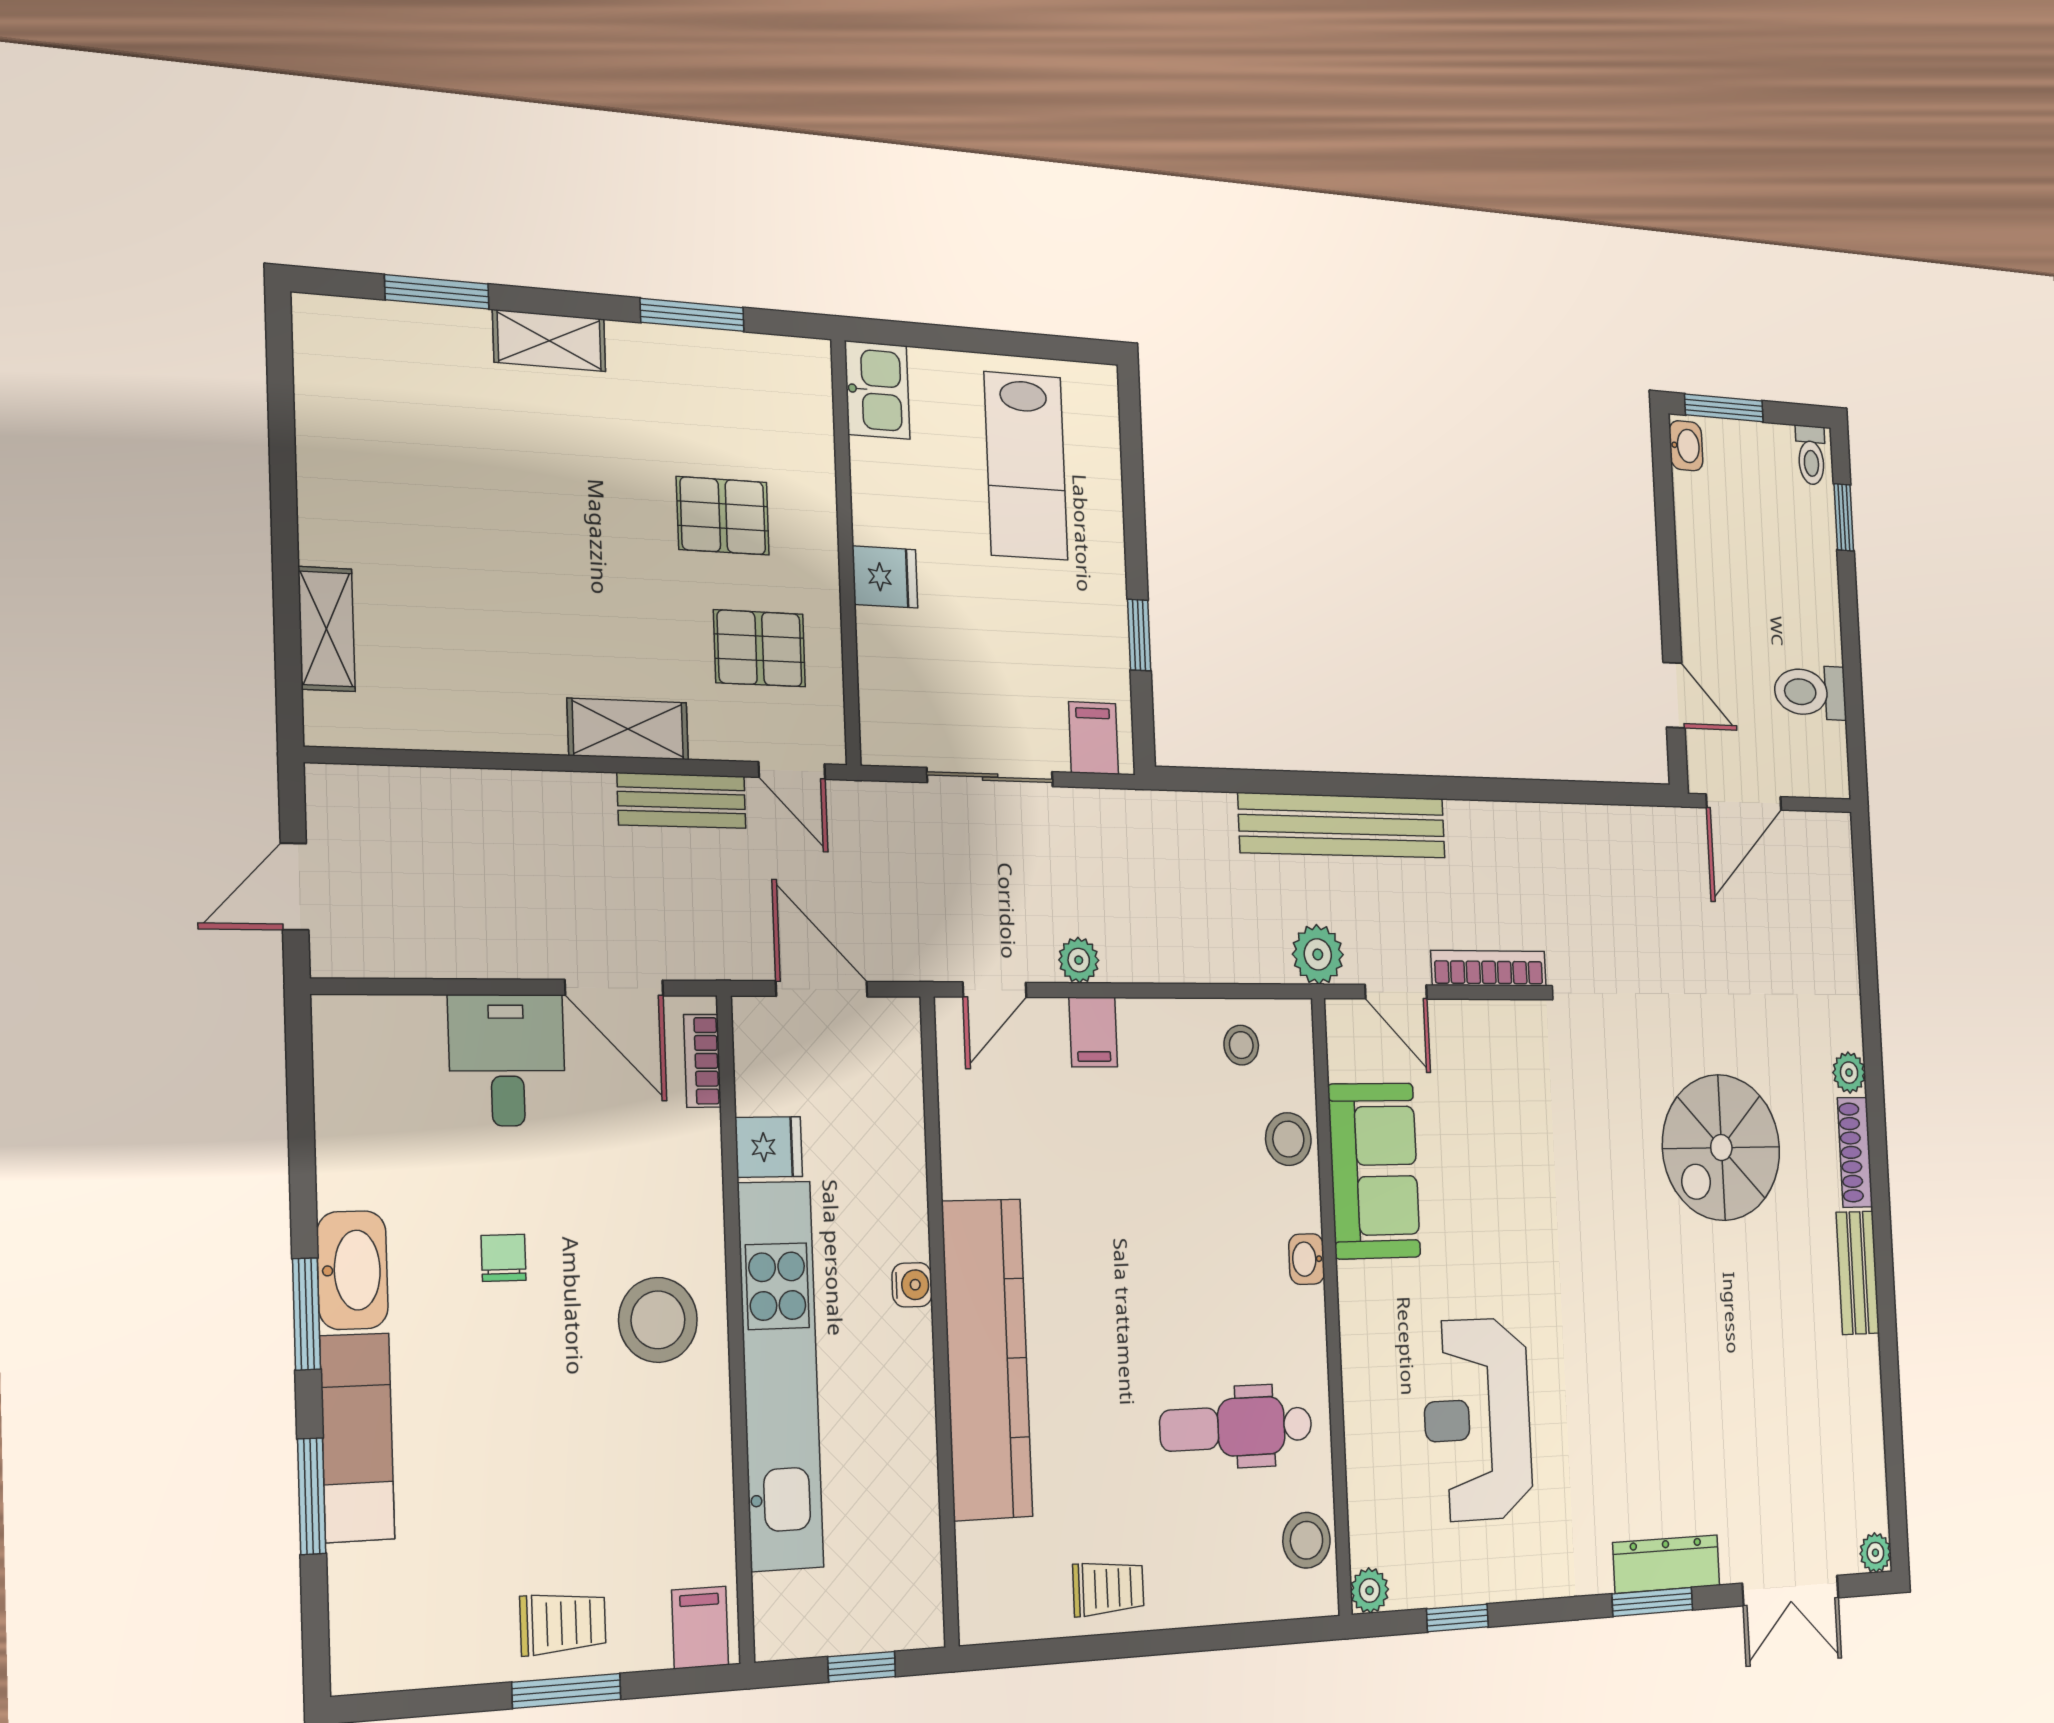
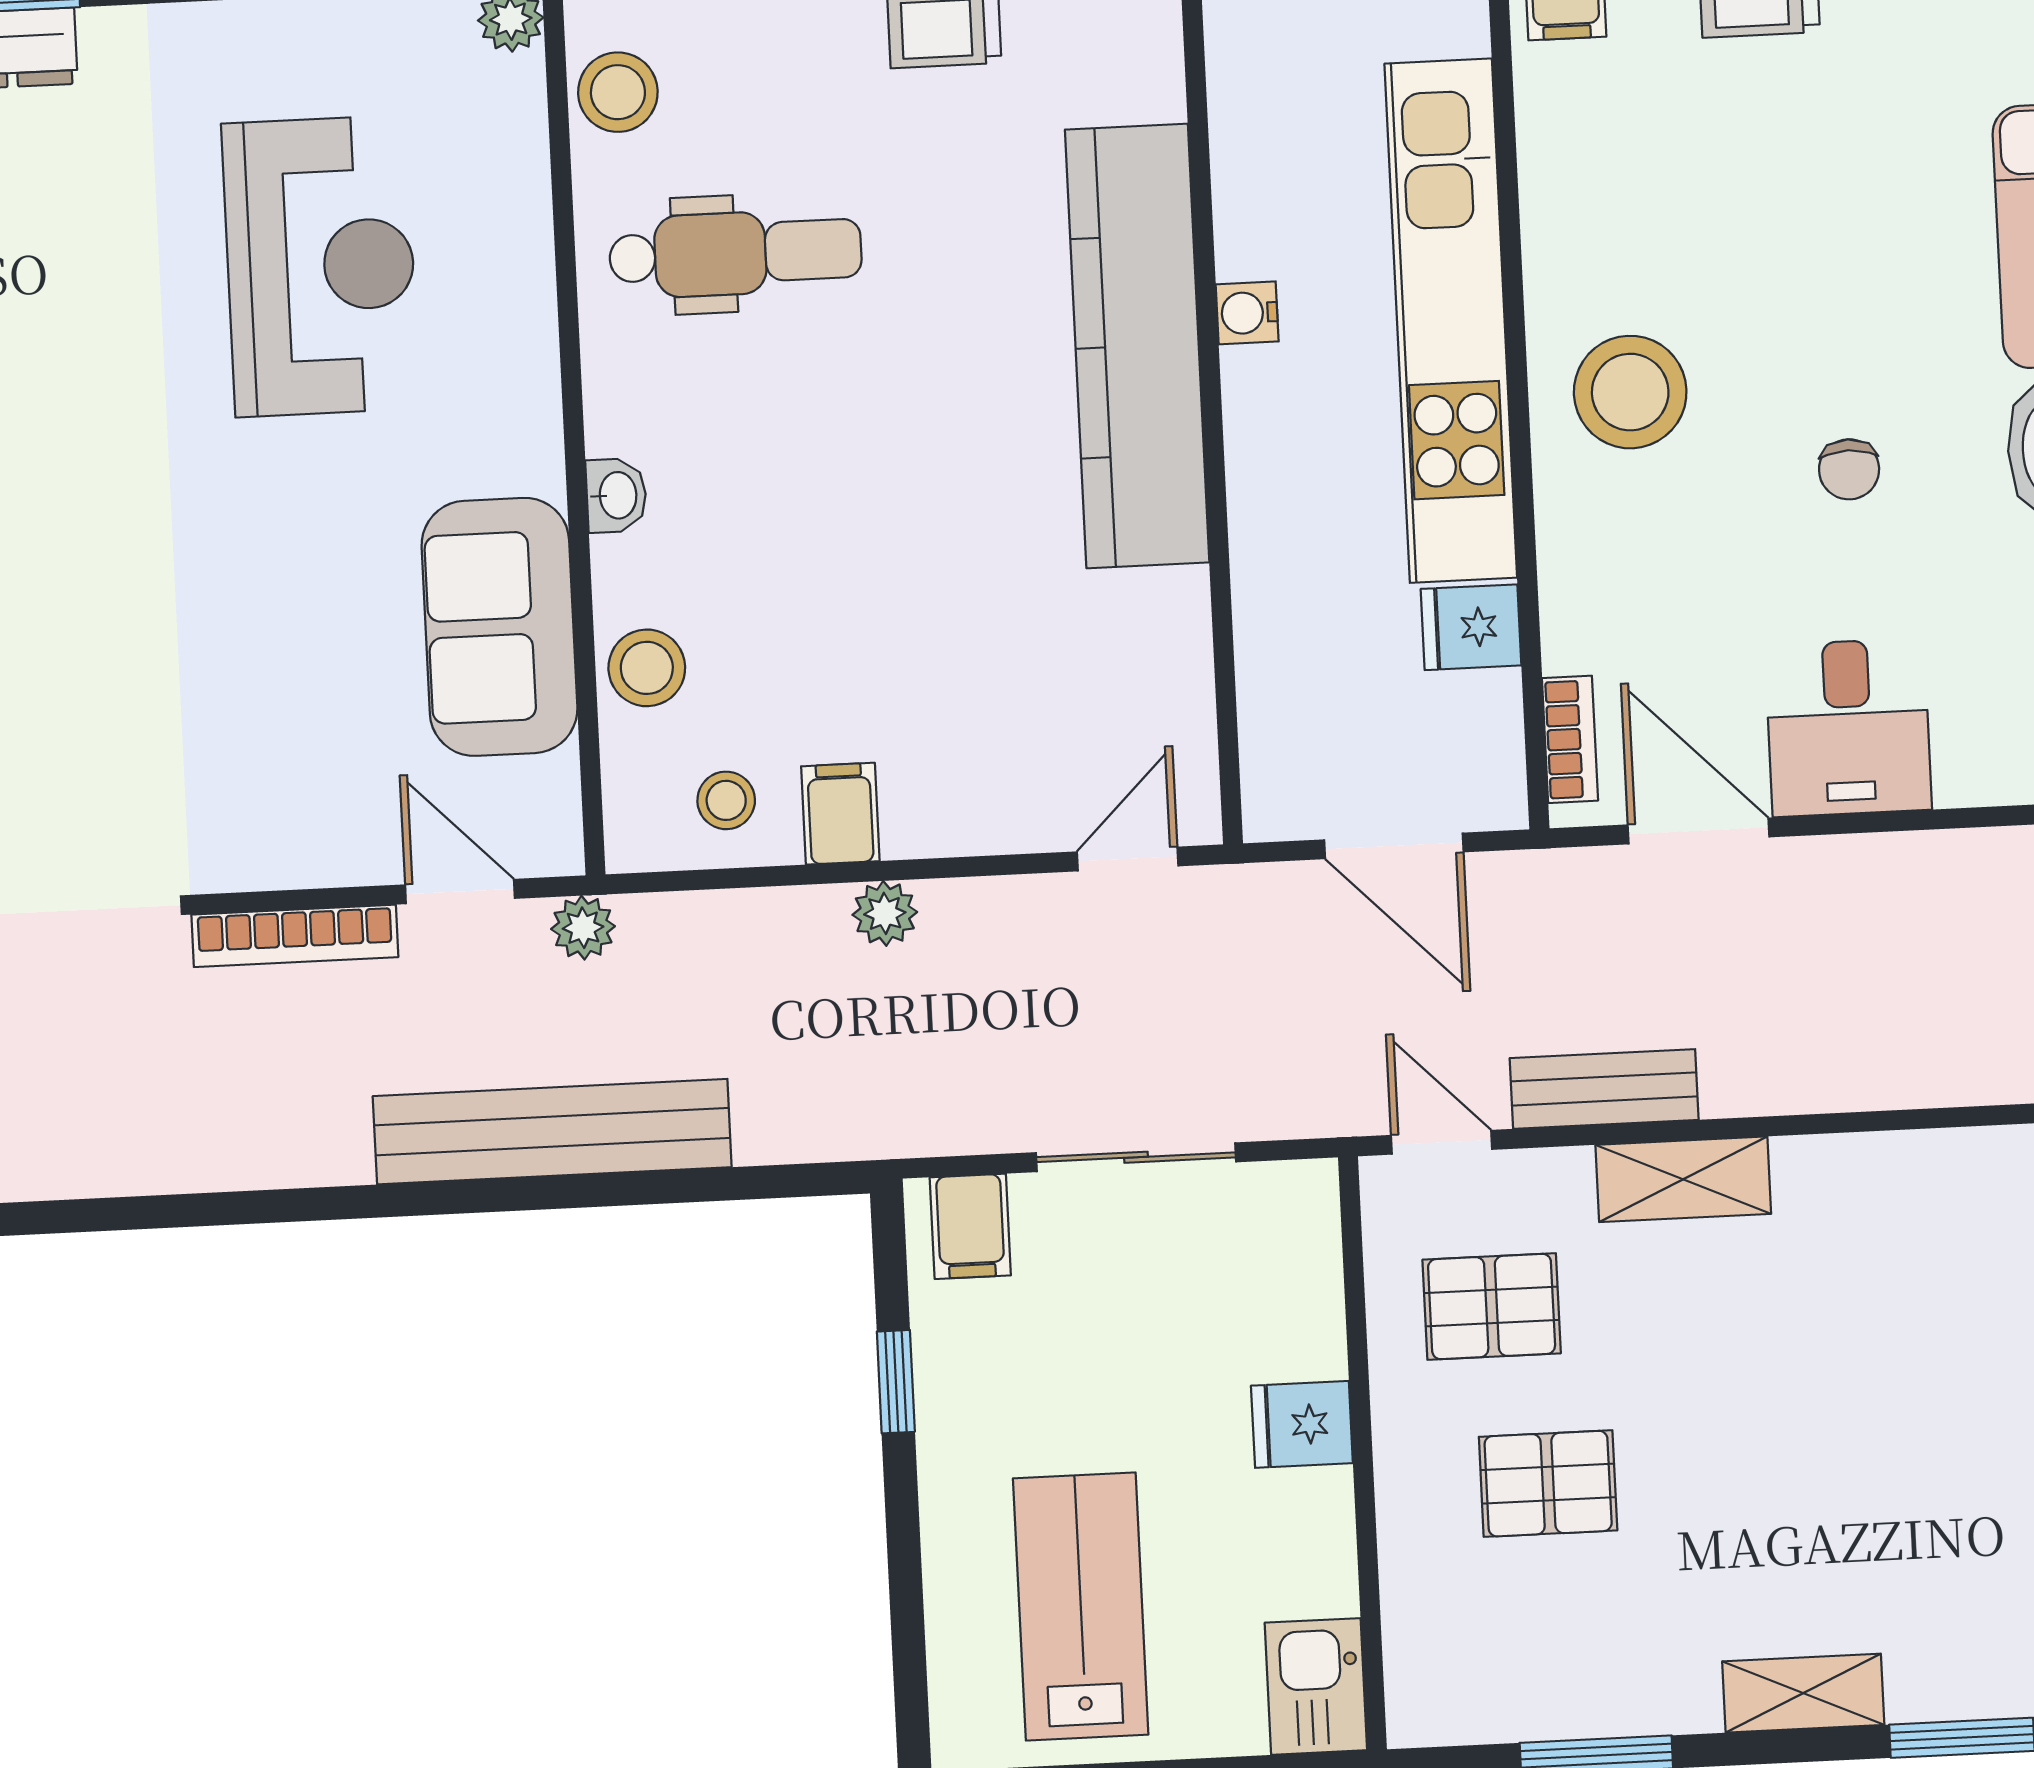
plant: (1318, 954) -> (583, 928), width x0.73, depth x0.73
plant: (1079, 960) -> (885, 913), moved
filing cabinet: (1093, 1032) -> (840, 814), moved
water cooler: (912, 1285) -> (1247, 313), moved

